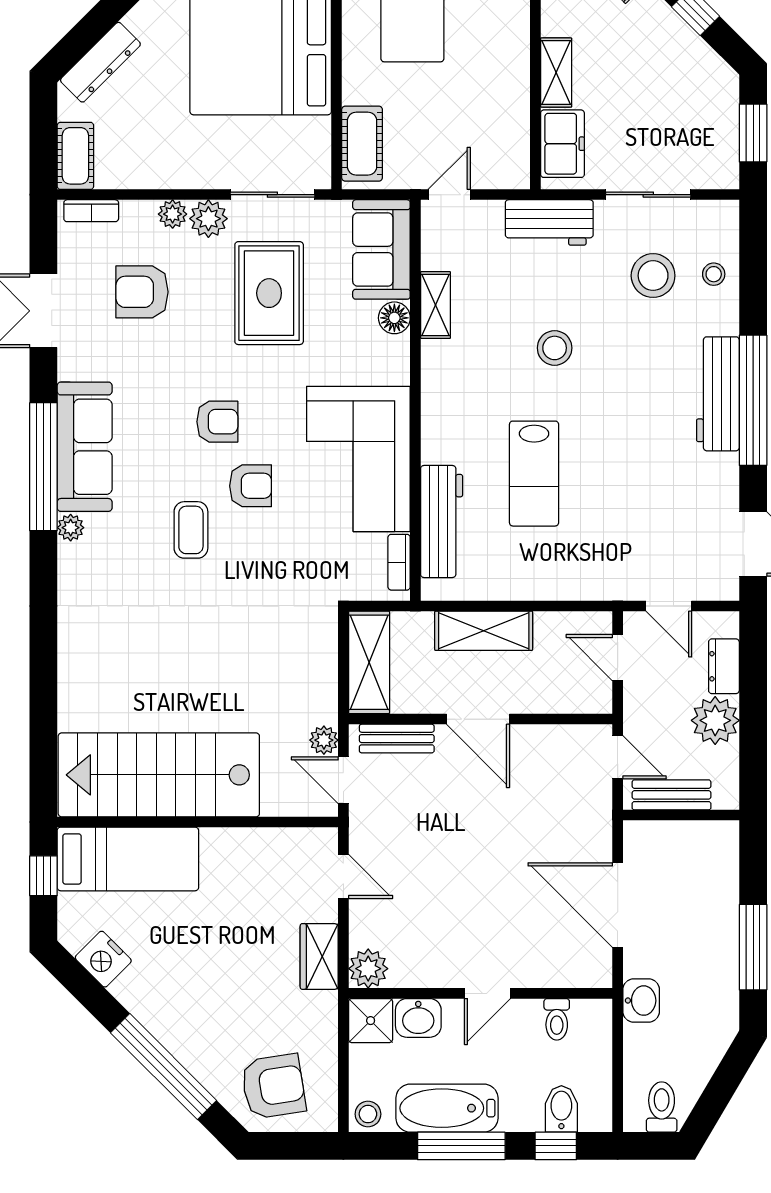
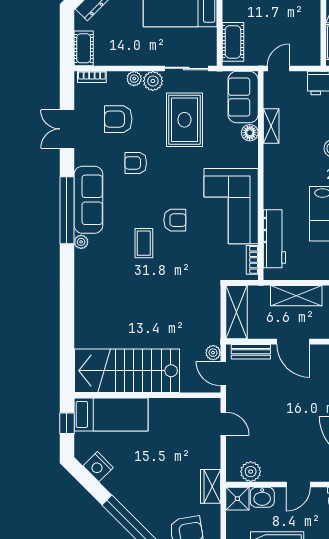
armchair: (217, 422) -> (136, 163), moved, turned 180
wardrobe: (319, 956) -> (211, 486), moved
plant: (368, 969) -> (251, 472), moved

